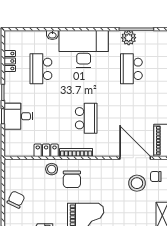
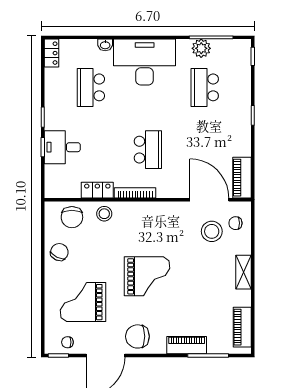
locker: (10, 61) -> (52, 53), moved
chair: (72, 179) -> (72, 217), moved

